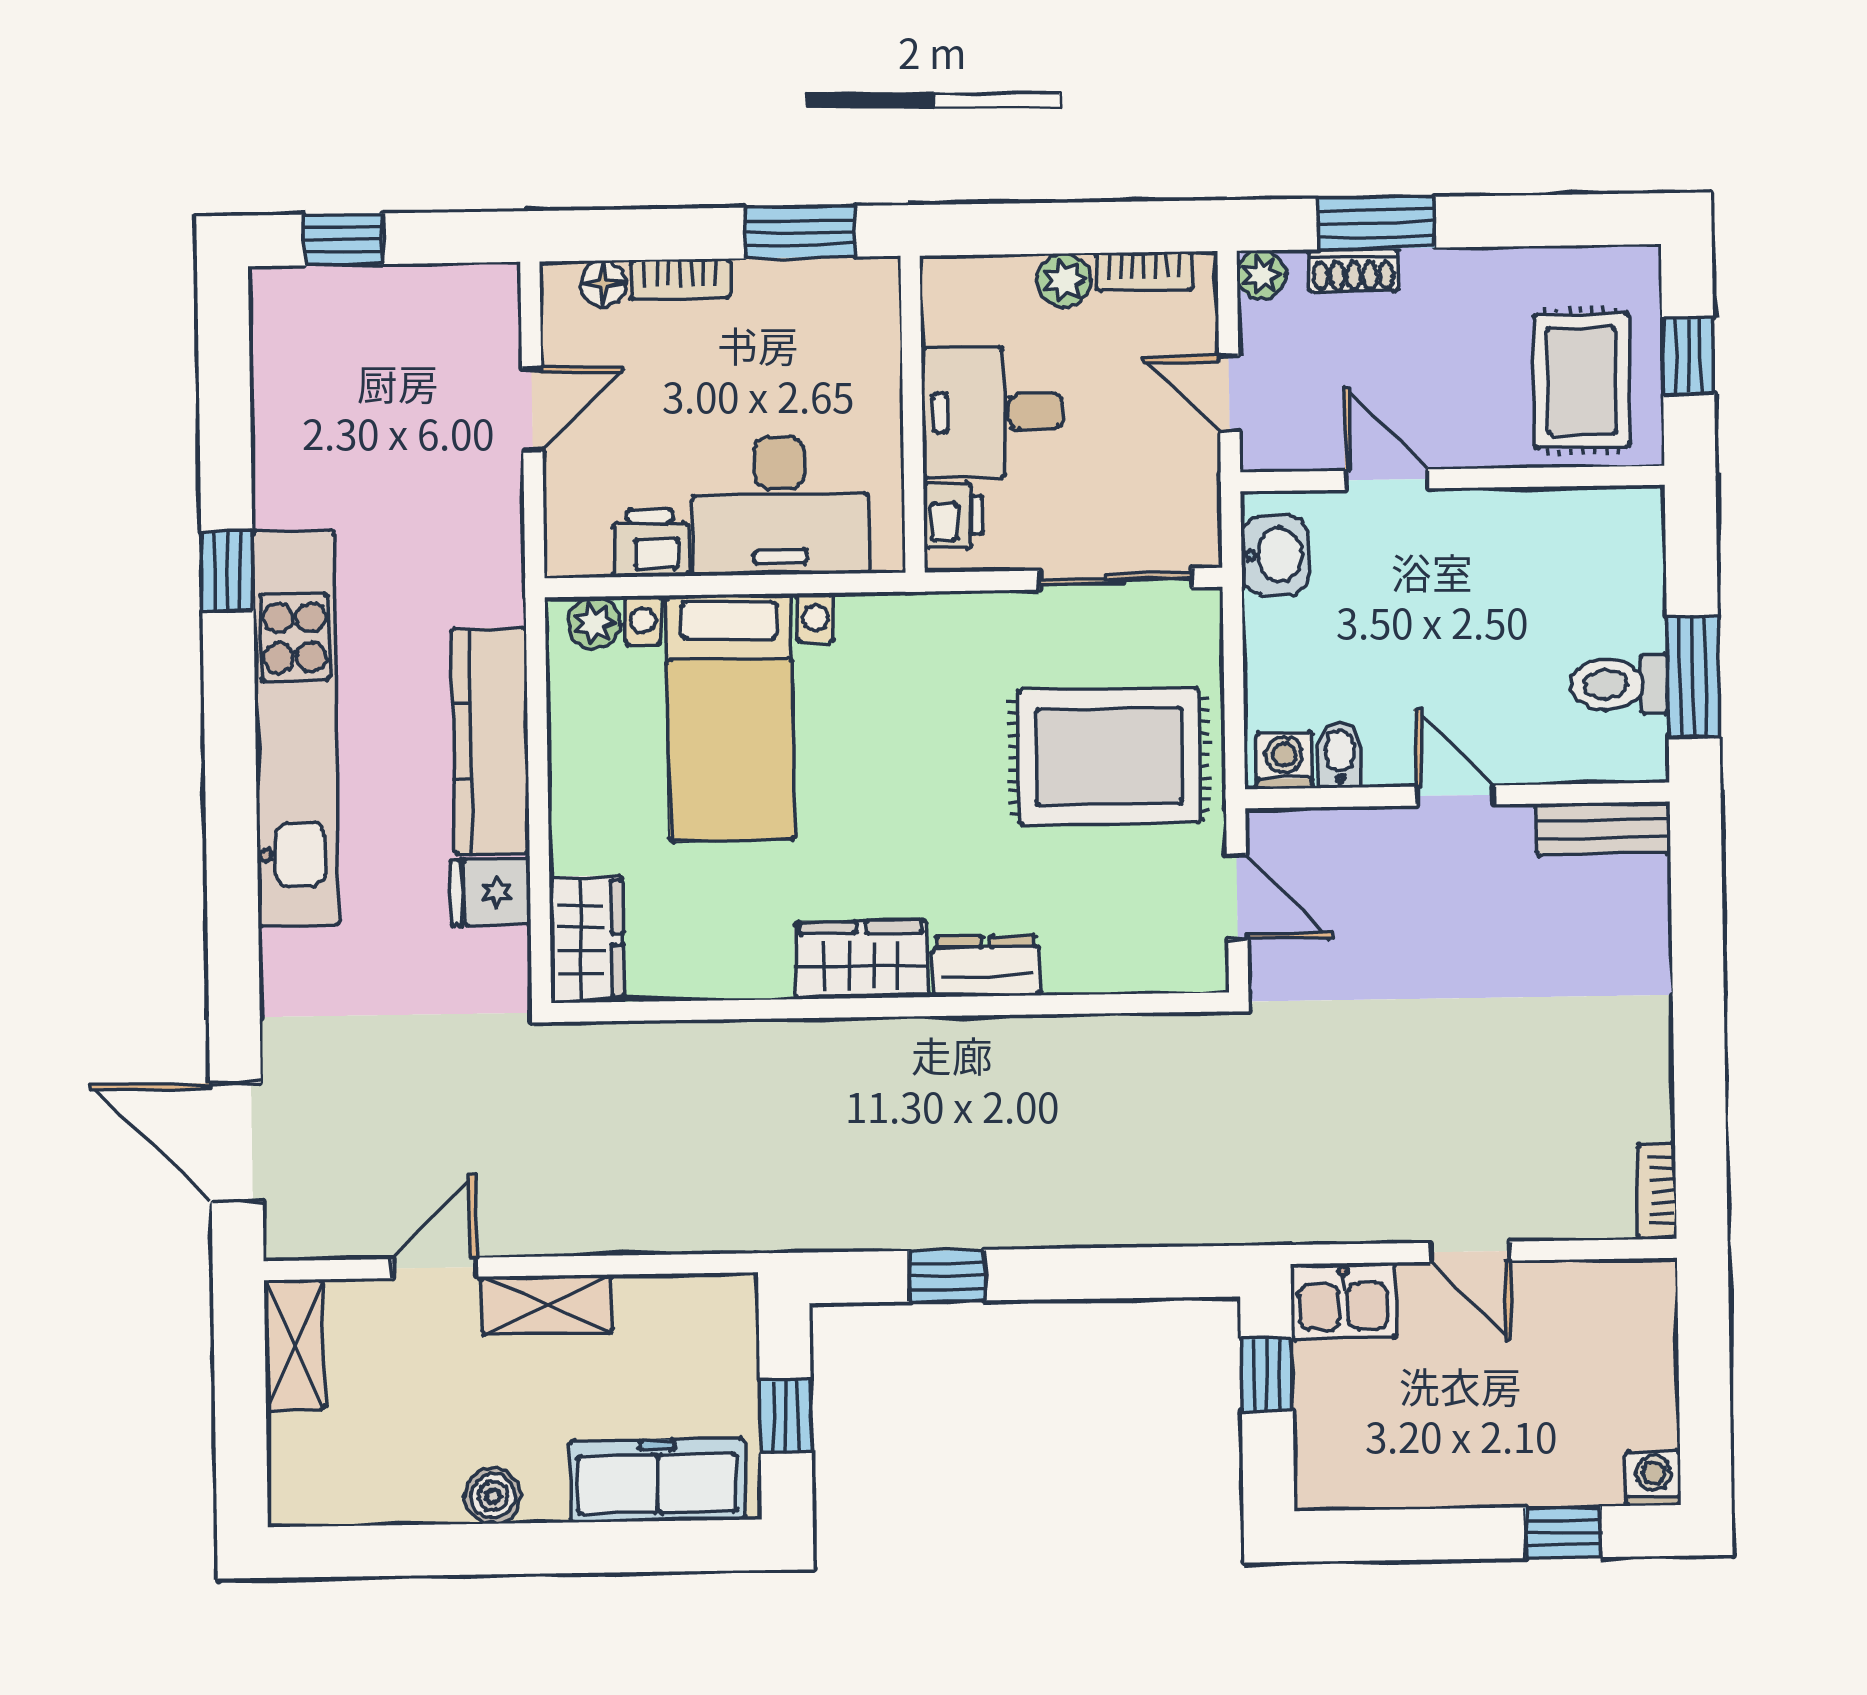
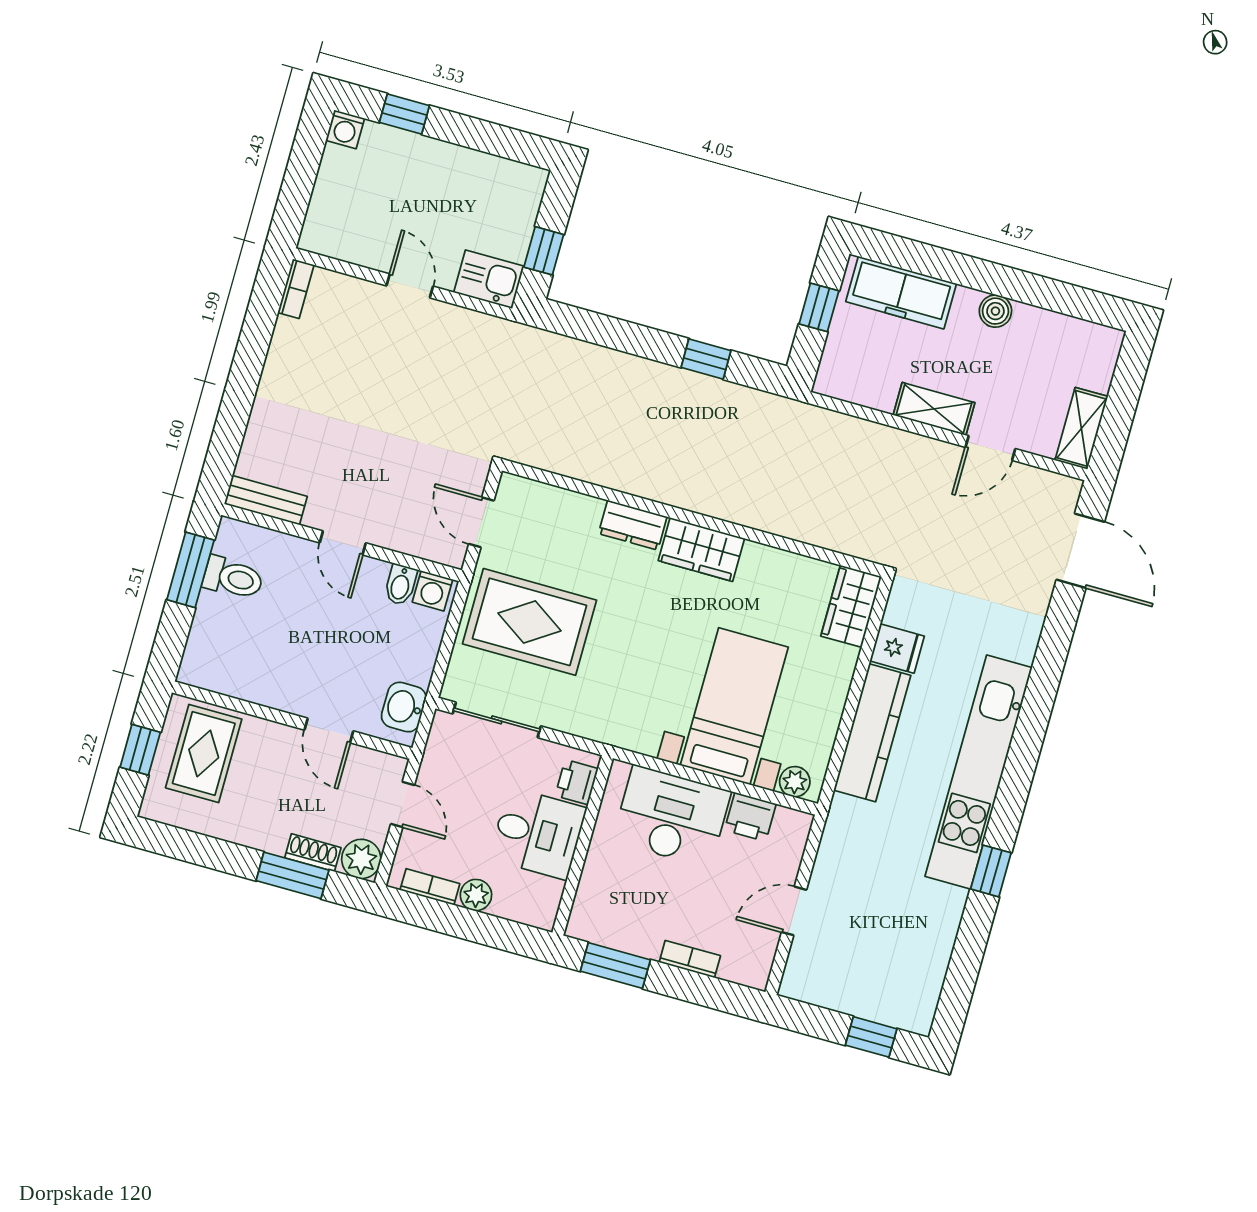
plant: (1261, 275) -> (361, 859), width x1.38, depth x1.38
floor lamp: (603, 283) -> (734, 969), removed

